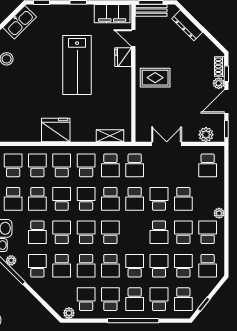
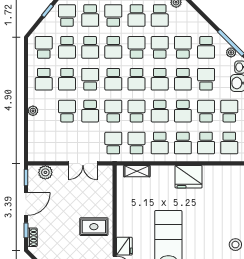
plant: (219, 83) -> (33, 221), removed
school desk: (208, 165) -> (113, 79), moved, turned 180
plant: (219, 213) -> (33, 111), moved

